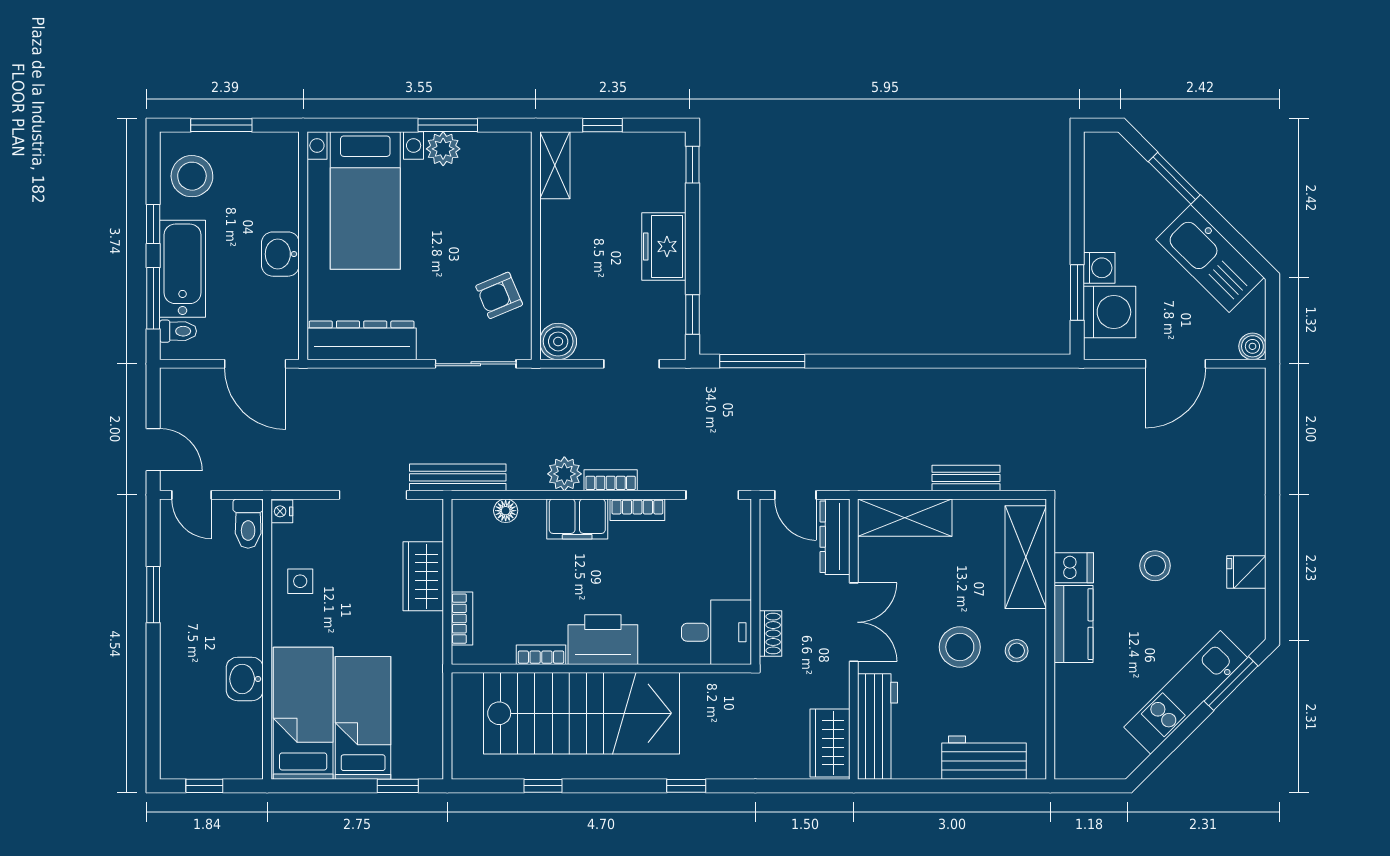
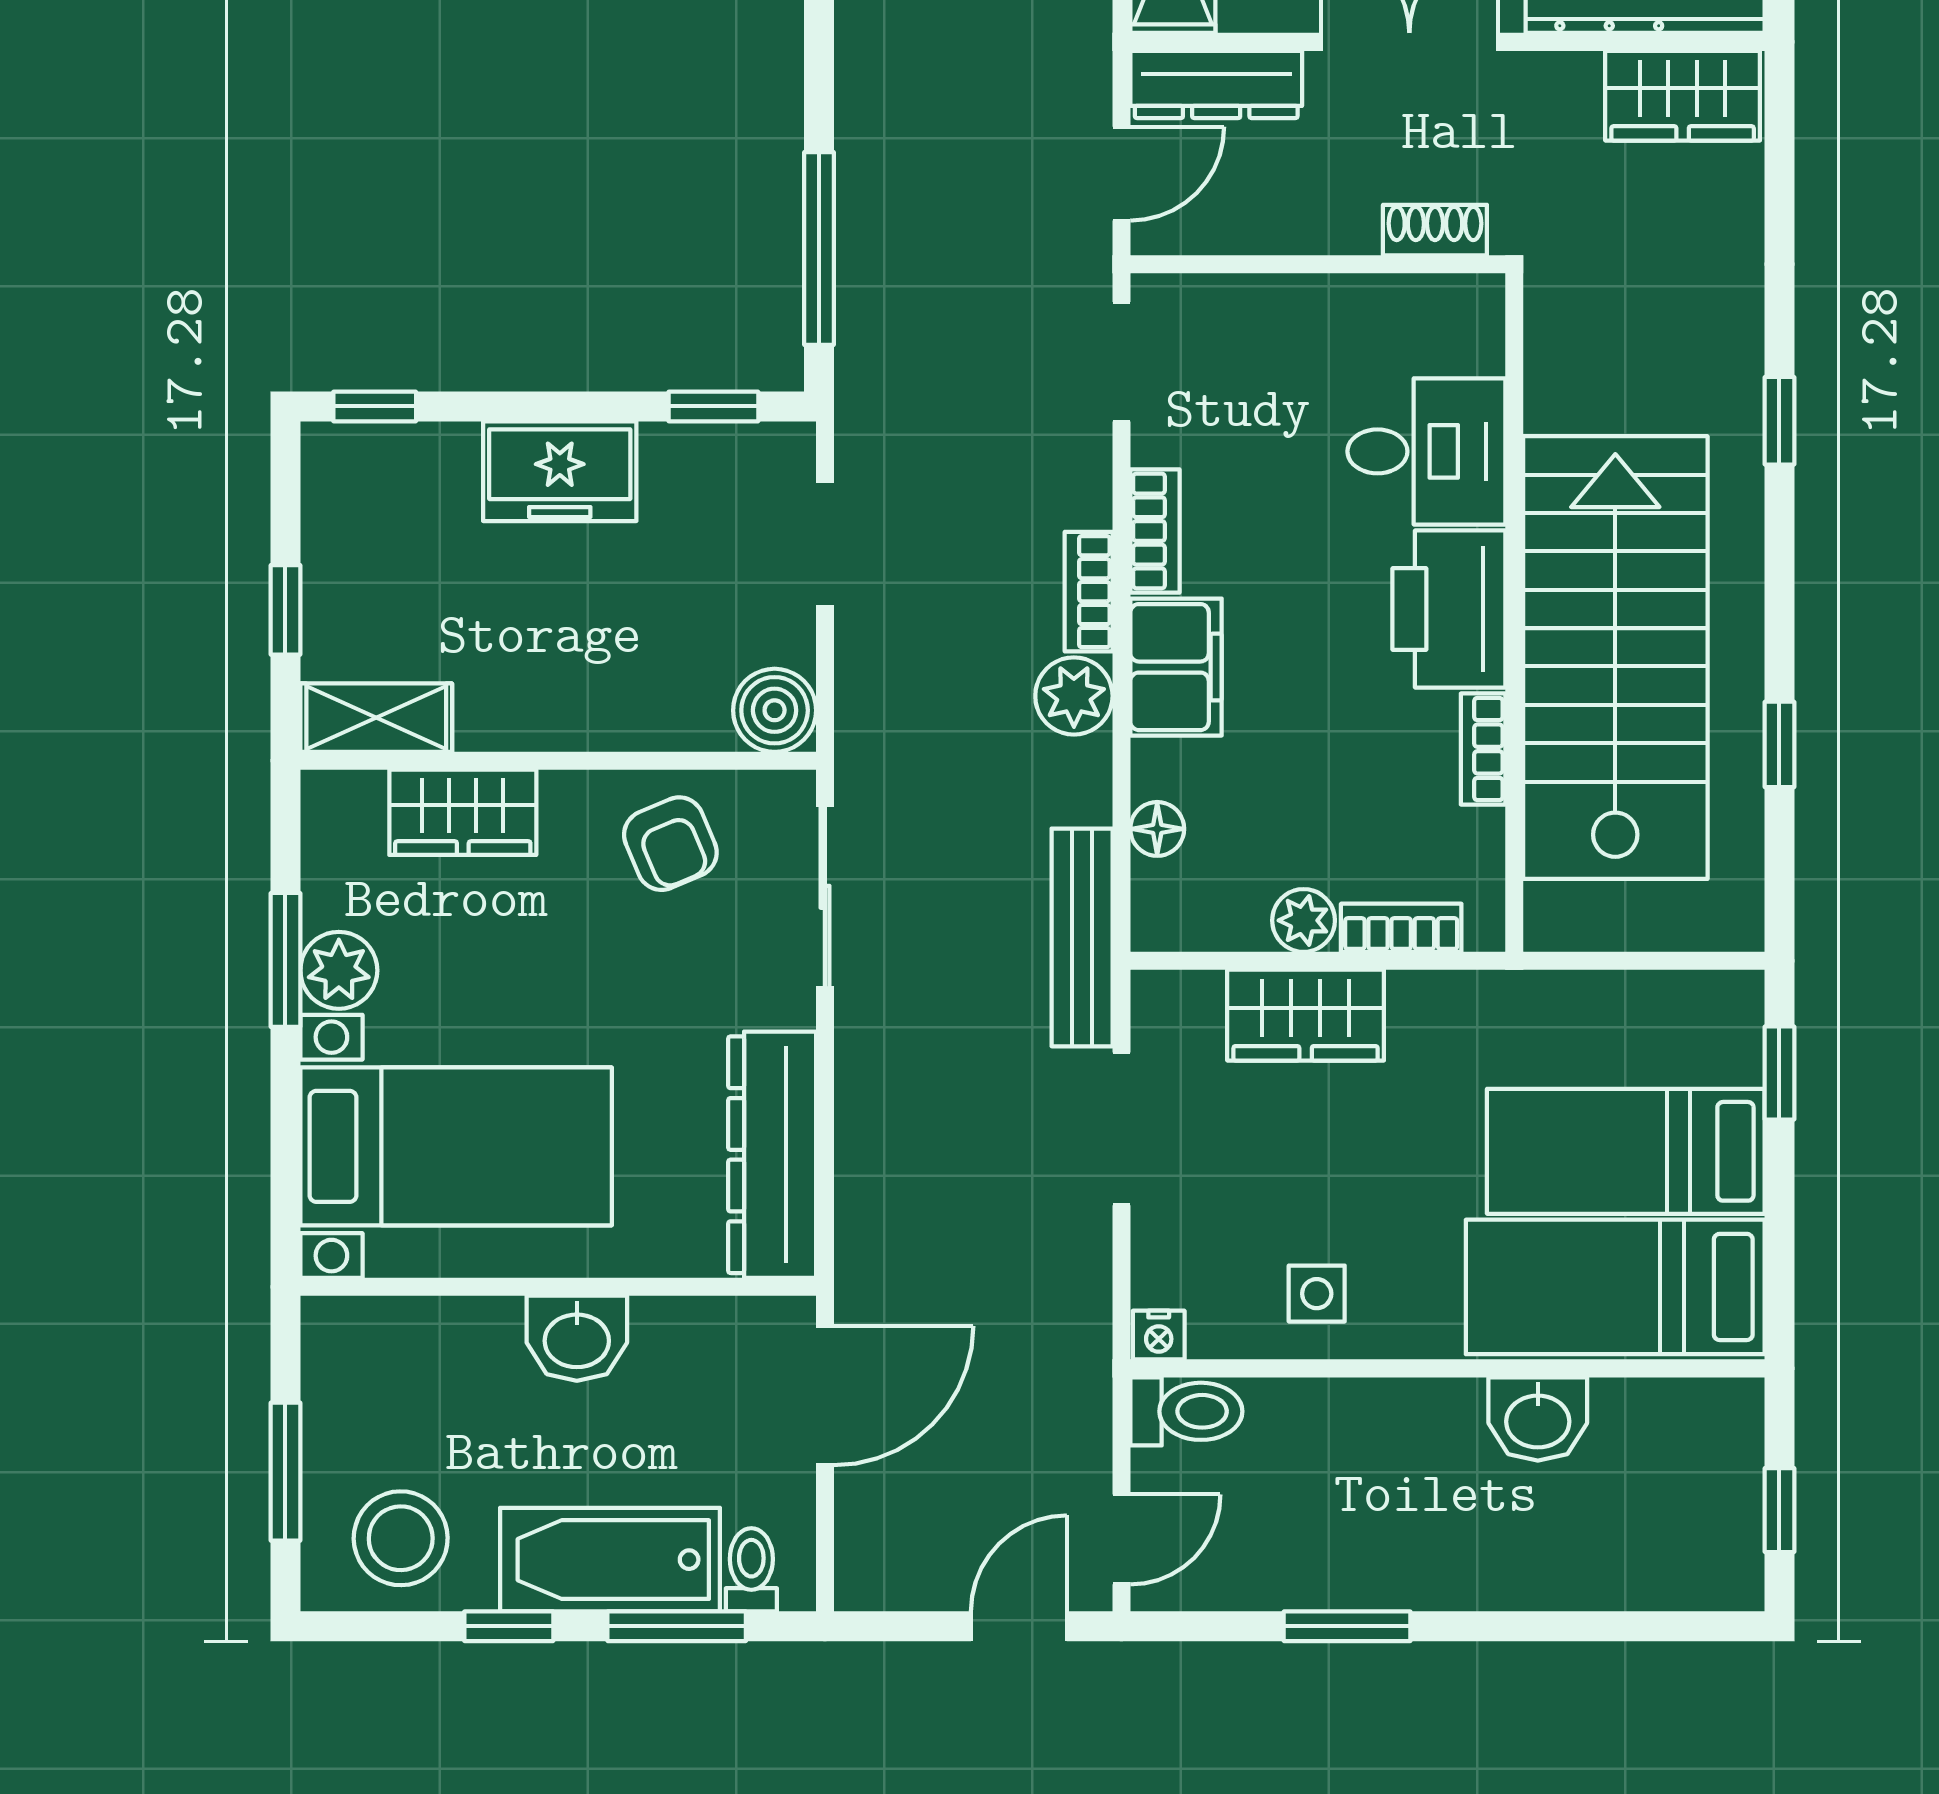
wardrobe: (513, 204) -> (463, 812), added
plant: (465, 575) -> (1304, 920), added
desk: (717, 632) -> (1426, 451), moved, turned 90

